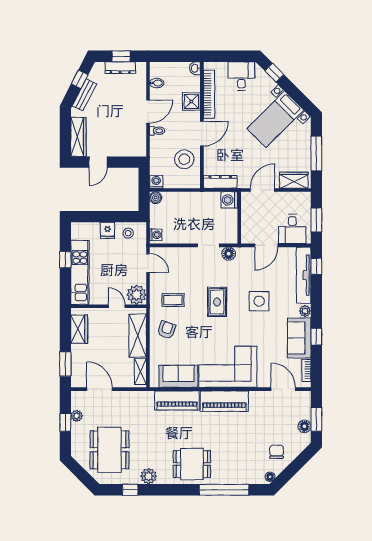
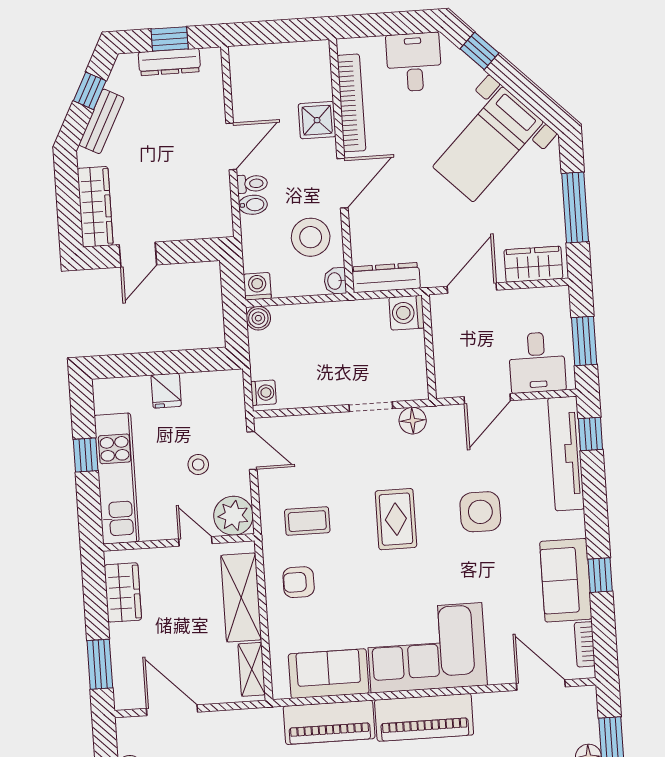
washbasin: (195, 68) -> (335, 281), moved
bidet: (157, 83) -> (253, 205), moved
stool: (128, 233) -> (198, 465), moved
plant: (305, 311) -> (574, 525), removed
armchair: (167, 330) -> (299, 582), turned -109

